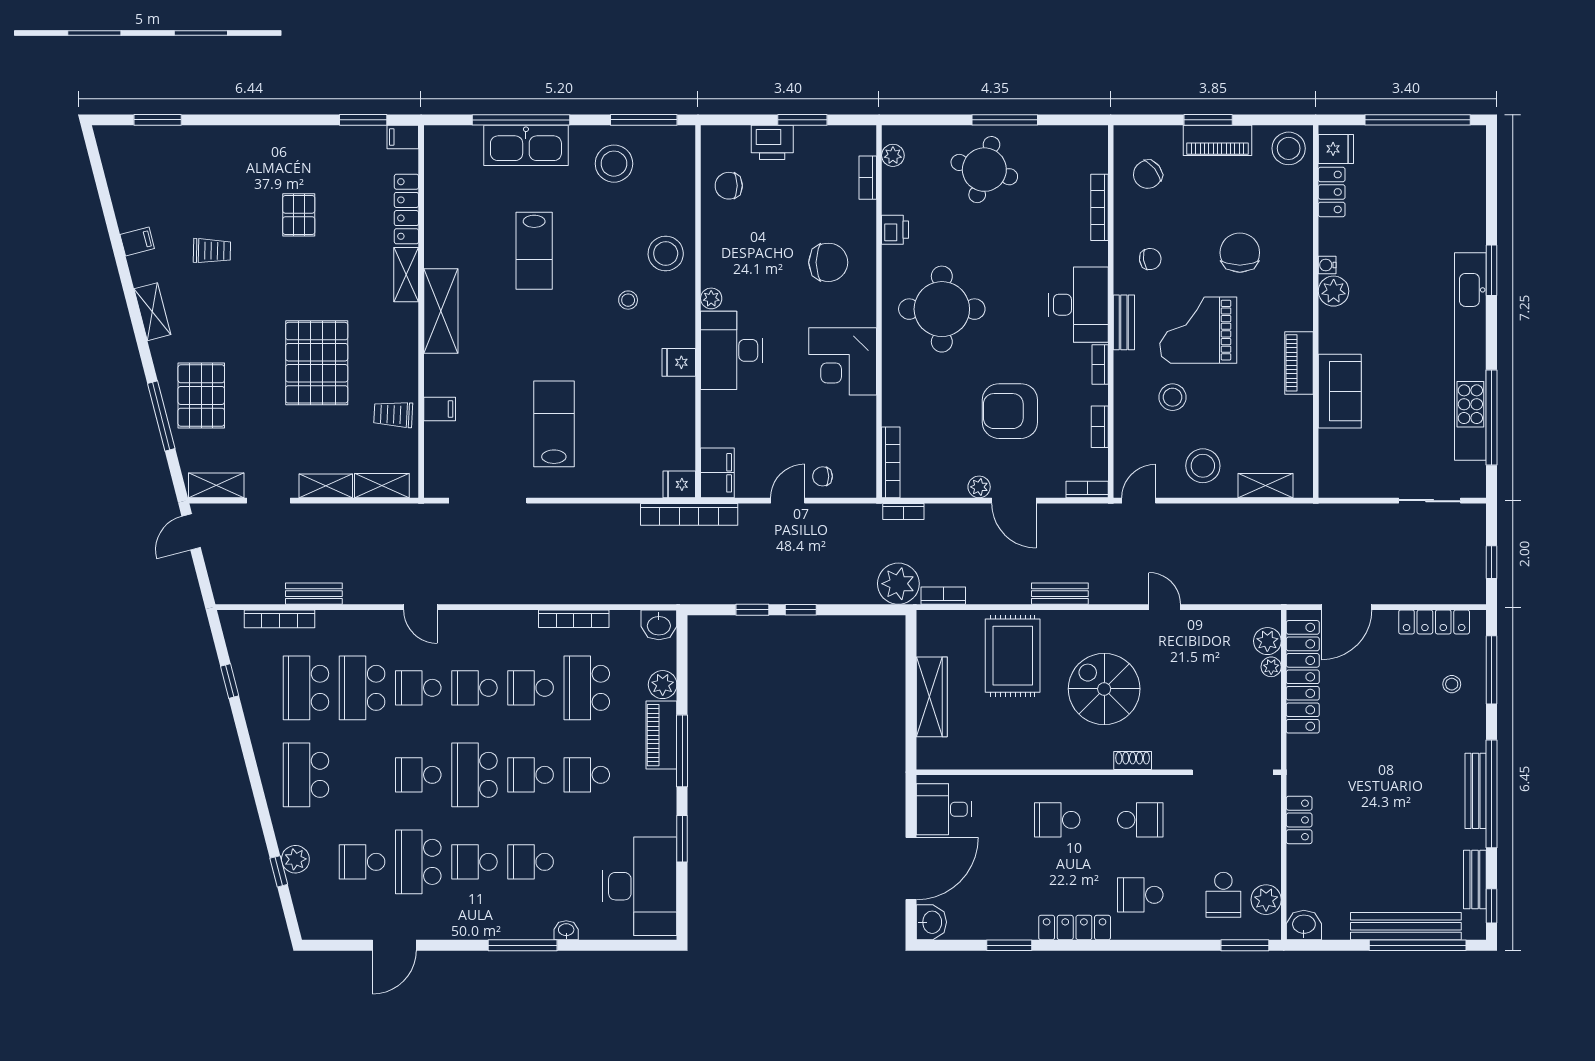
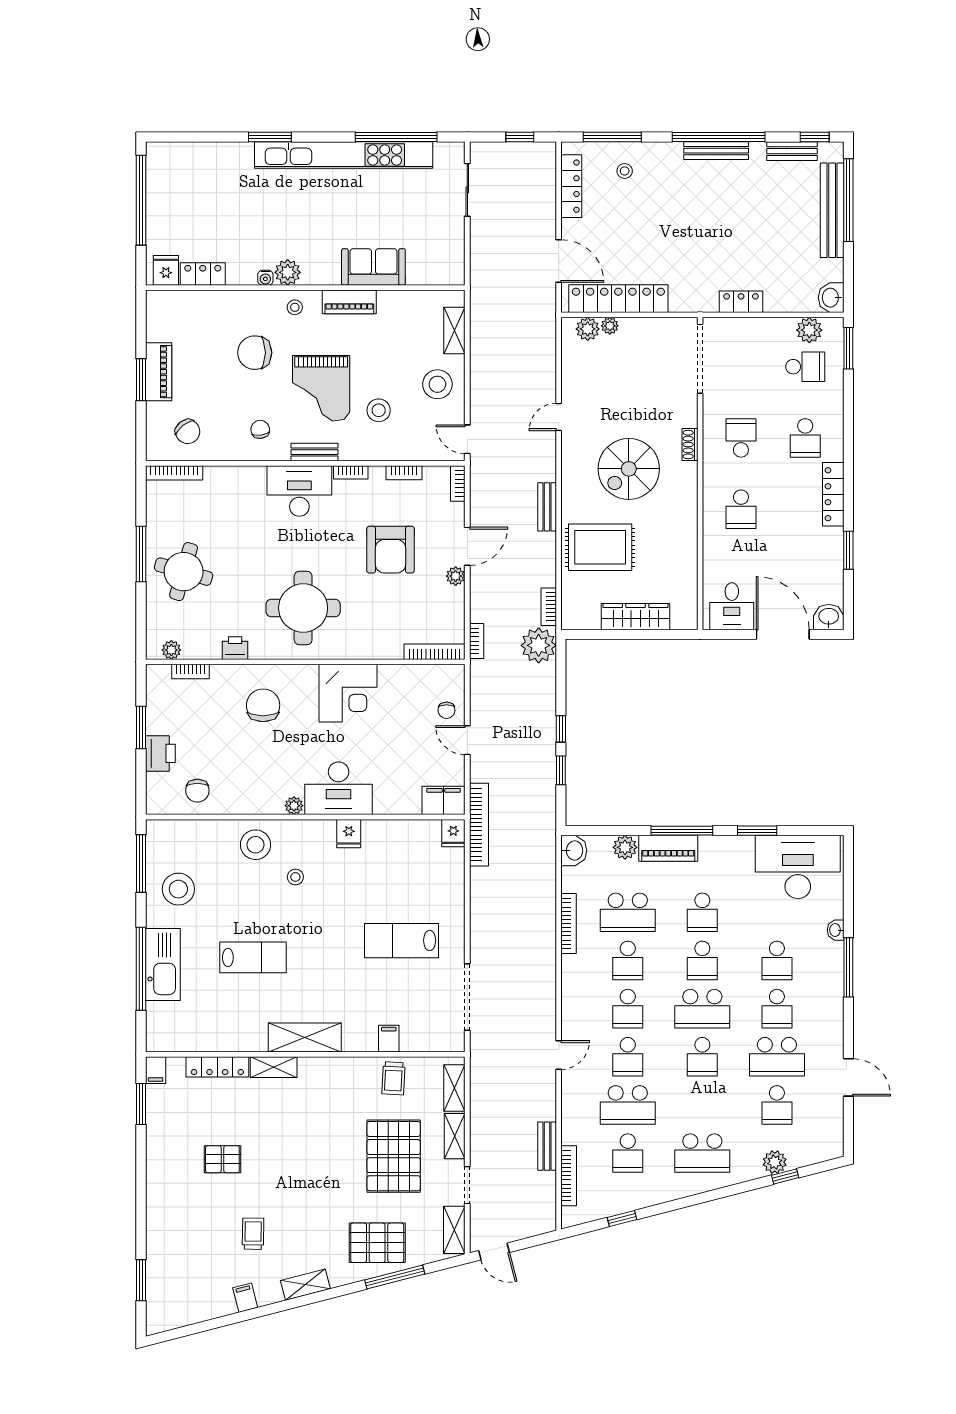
stool: (1289, 148) -> (295, 307), moved, width x0.53, depth x0.53
bookcase: (1100, 207) -> (174, 473), moved
pallet: (317, 363) -> (394, 1156), moved, turned 90
school desk: (306, 688) -> (628, 1153), width x0.54

